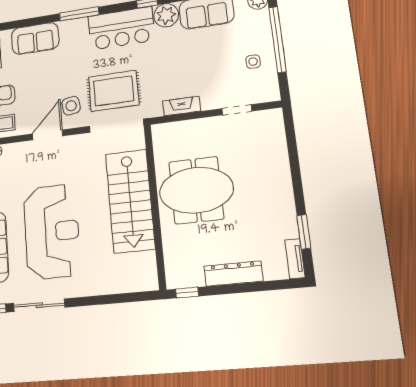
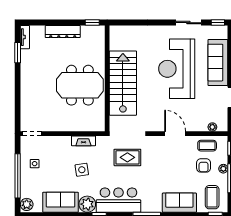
rug: (114, 91) -> (127, 157), width x0.73, depth x0.70
side table: (71, 106) -> (82, 170), moved
doorway: (237, 110) -> (32, 134), moved
door: (48, 135) -> (175, 134), swing flipped
sliding door: (39, 305) -> (188, 23), width x0.73

